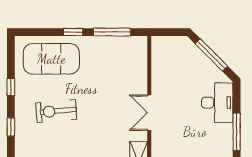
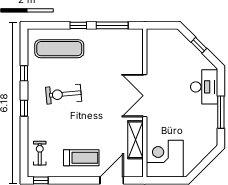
window: (211, 55) -> (199, 45), width x0.46
exercise mat: (51, 59) -> (59, 49), width x0.68
double door: (149, 113) -> (145, 96), width x1.37

